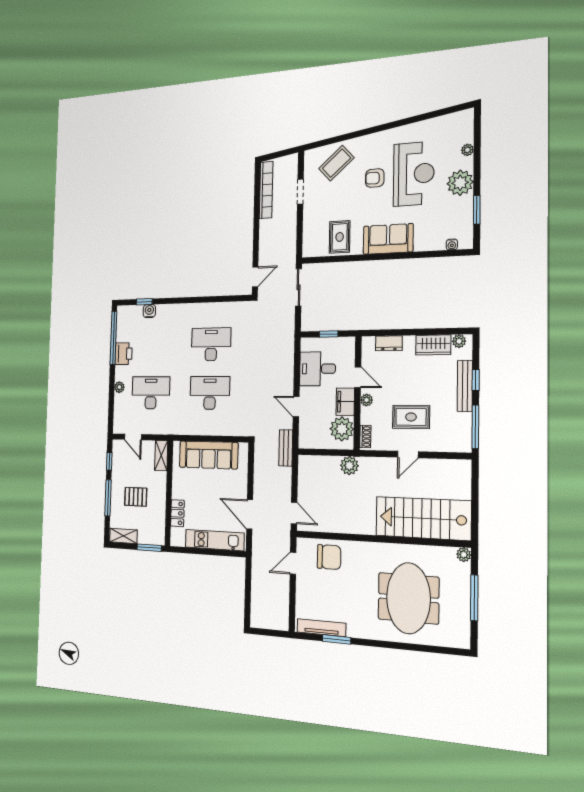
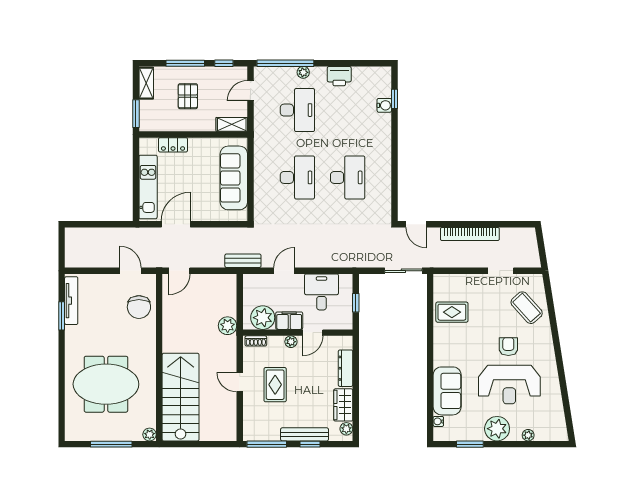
bookcase: (266, 190) -> (470, 234), moved
sofa: (388, 239) -> (447, 391), moved
window: (113, 338) -> (285, 63), moved
dresser: (389, 343) -> (346, 368), width x1.44

